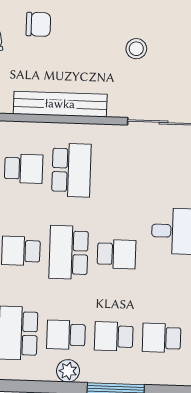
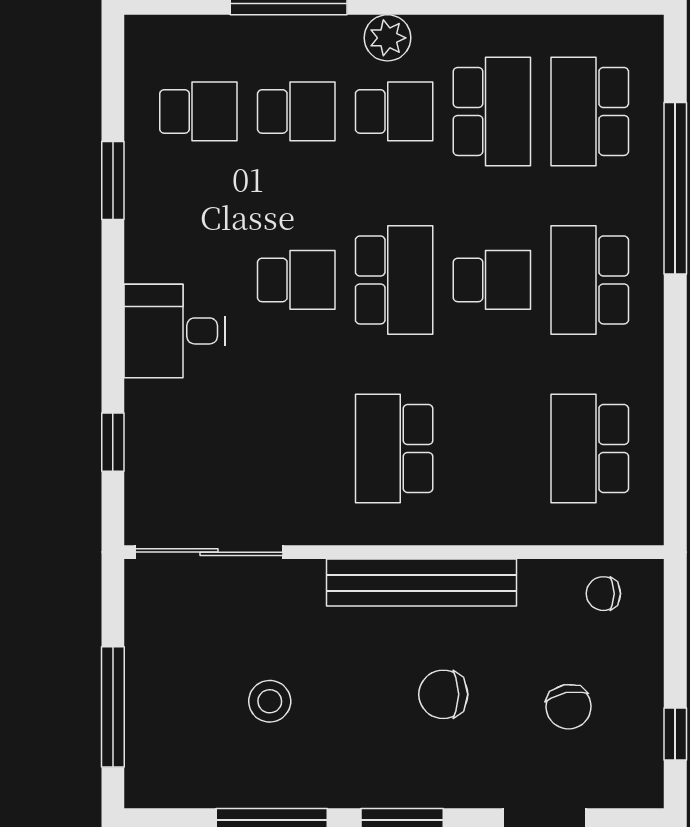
chair: (38, 24) -> (443, 694), moved
school desk: (24, 169) -> (492, 449), removed
school desk: (116, 254) -> (296, 280), turned 180

